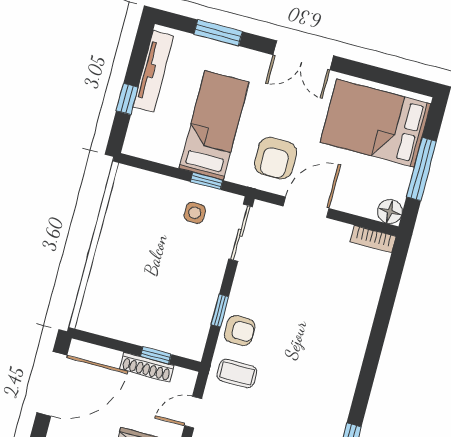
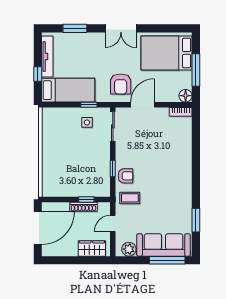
bed: (214, 125) -> (68, 90), moved, turned 90

